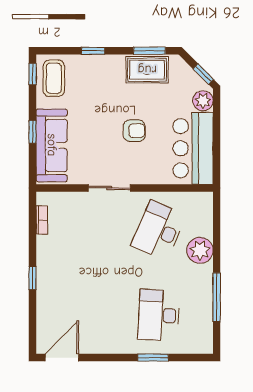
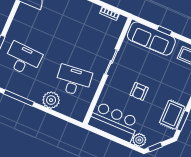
desk: (159, 230) -> (73, 81), turned -30

